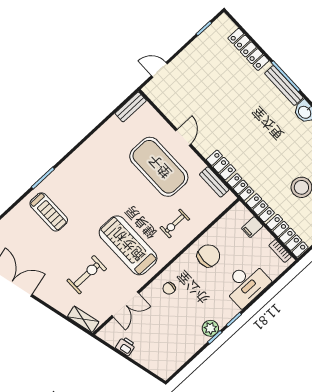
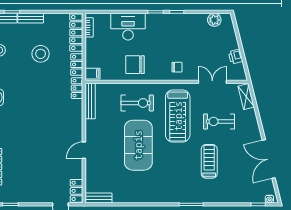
locker: (221, 165) -> (76, 191), moved
exercise mat: (159, 167) -> (138, 145), moved
bench: (214, 182) -> (90, 101), width x1.36
treadmill: (49, 212) -> (209, 161), moved
exercise bike: (175, 224) -> (137, 103), width x1.38, depth x1.39
filing cabinet: (252, 227) -> (93, 74), moved
plant: (210, 328) -> (214, 20), moved

